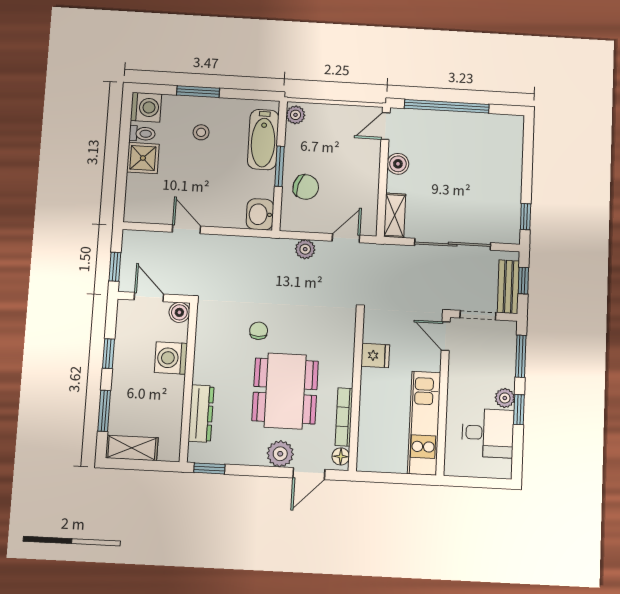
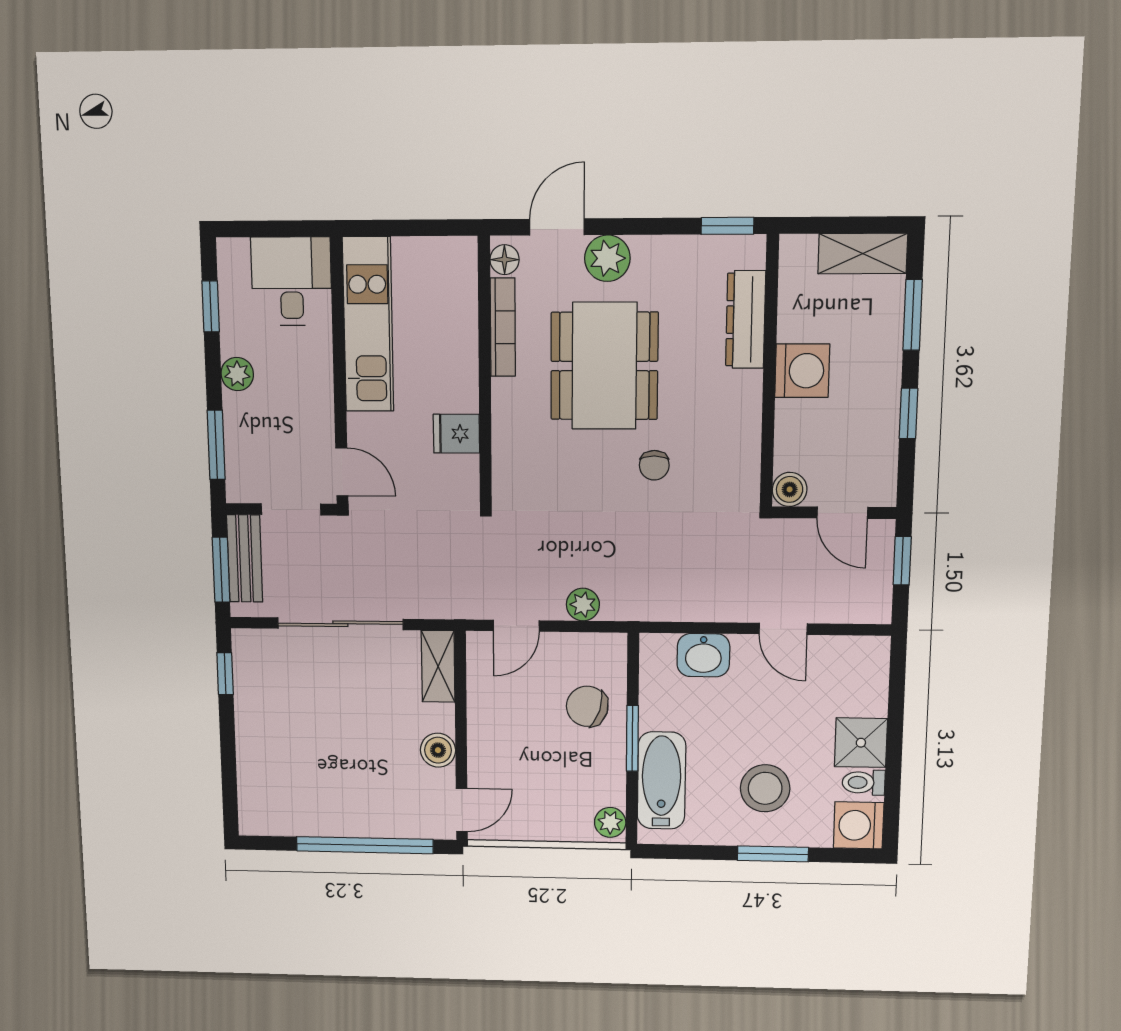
stool: (201, 132) -> (765, 788), width x1.89, depth x1.89
washbasin: (260, 214) -> (703, 655), moved, turned 90
window: (523, 281) -> (221, 570), width x1.50
washing machine: (171, 358) -> (802, 371), moved
window: (519, 410) -> (211, 306), moved
desk: (488, 433) -> (291, 281), moved, turned 90

